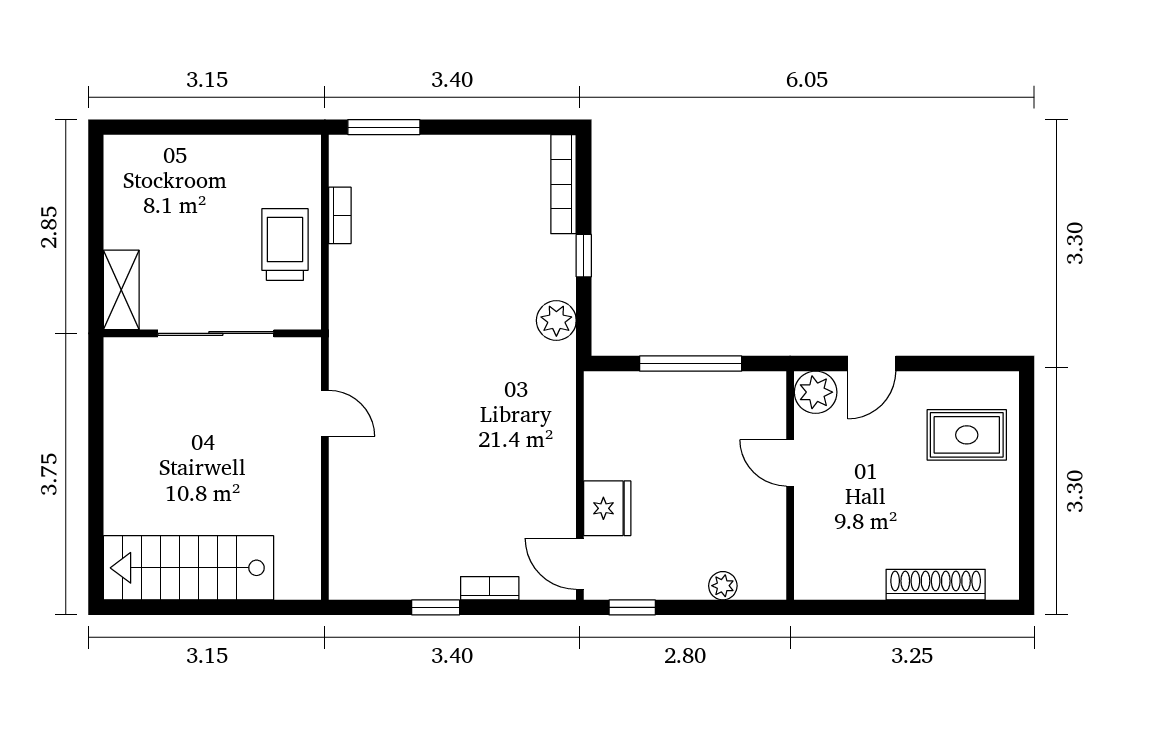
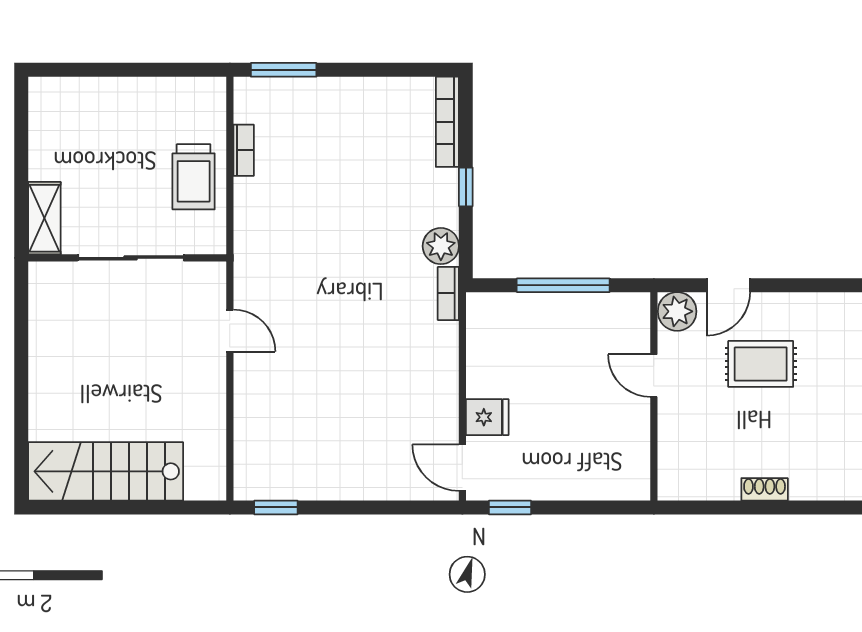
trolley: (285, 244) -> (194, 177), turned 180
rug: (967, 435) -> (761, 364), moved
fridge: (607, 508) -> (487, 417), width x0.72
shoe rack: (936, 585) -> (765, 489), width x0.51, depth x0.81
plant: (723, 586) -> (593, 488), removed
bookcase: (490, 588) -> (448, 293), moved, turned -90
window: (436, 607) -> (276, 507), moved

